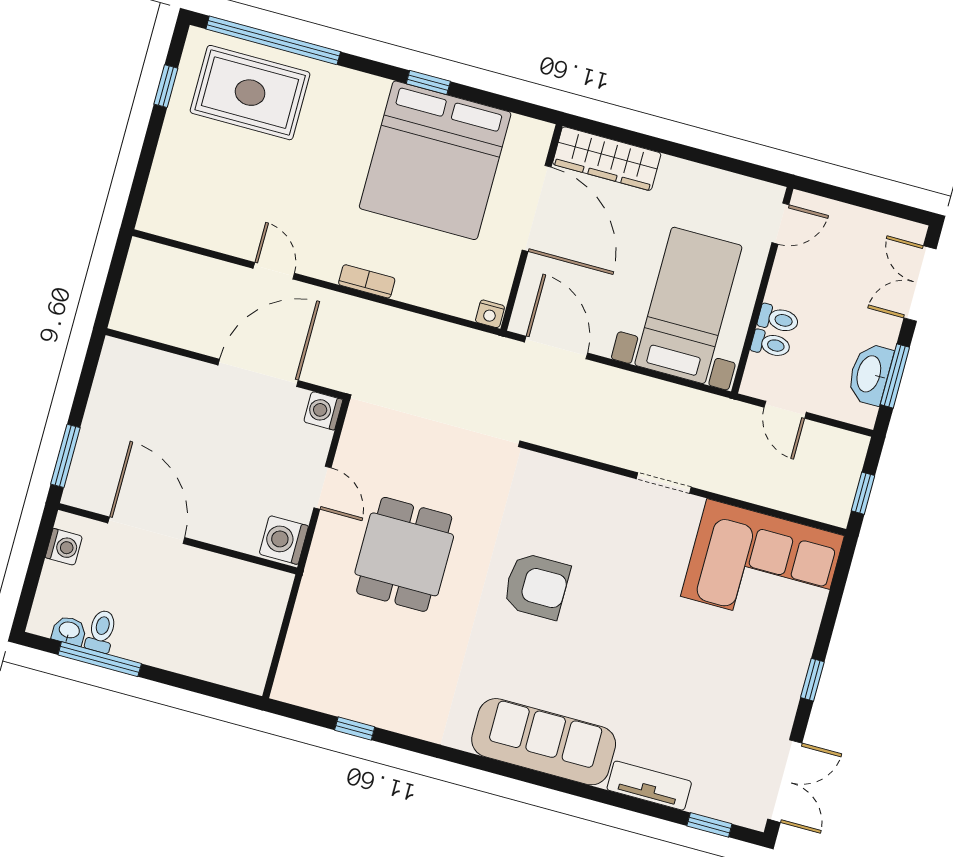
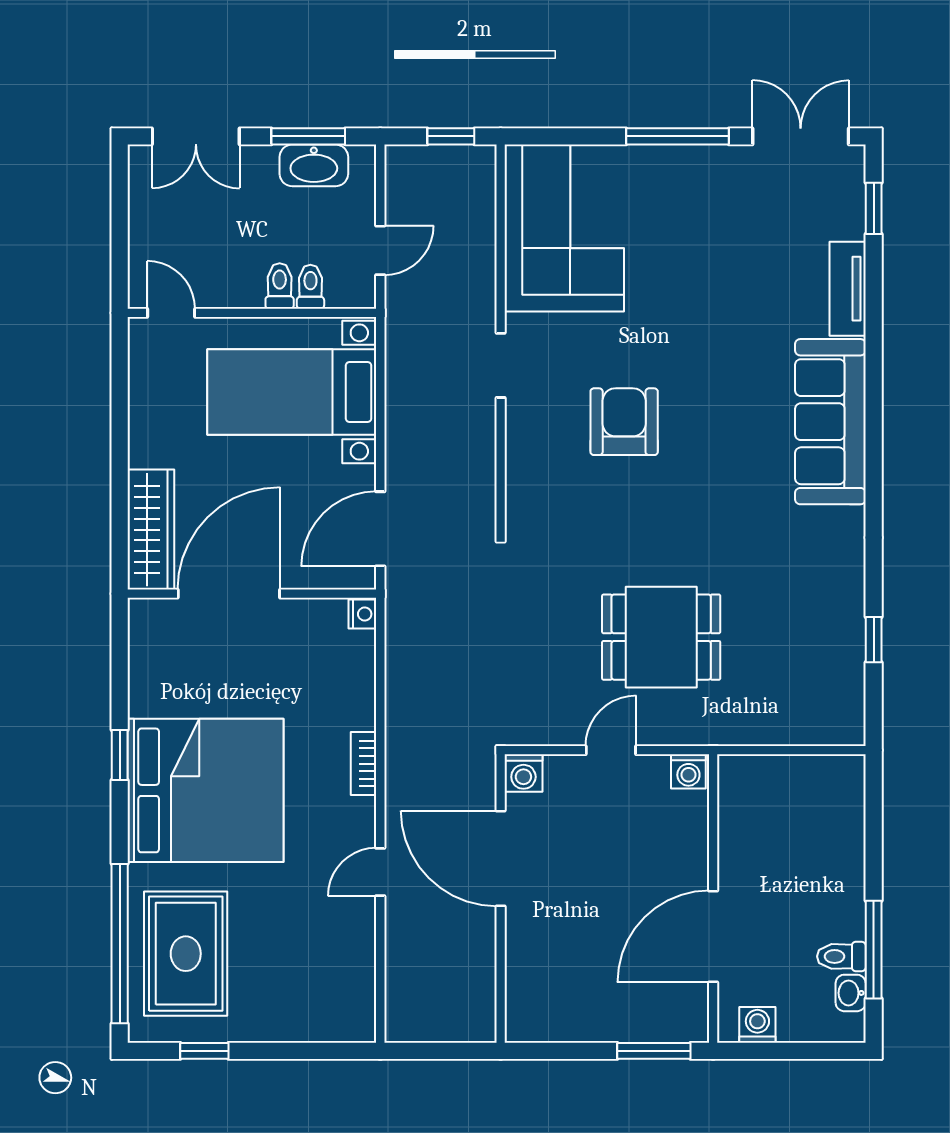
bed: (435, 160) -> (206, 790), moved
washing machine: (284, 540) -> (688, 771), width x0.73, depth x0.73
armchair: (536, 586) -> (624, 422), moved
window: (812, 680) -> (678, 136), width x2.17

